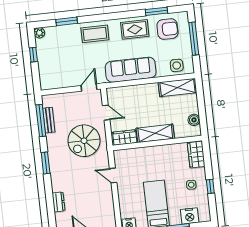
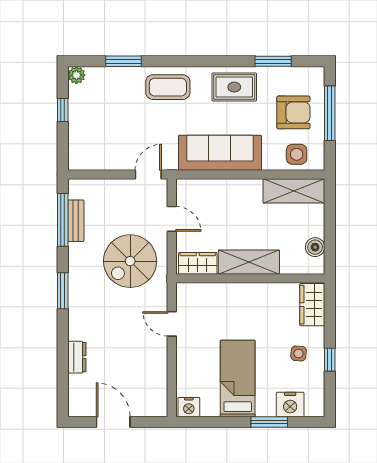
armchair: (167, 29) -> (293, 112), moved

